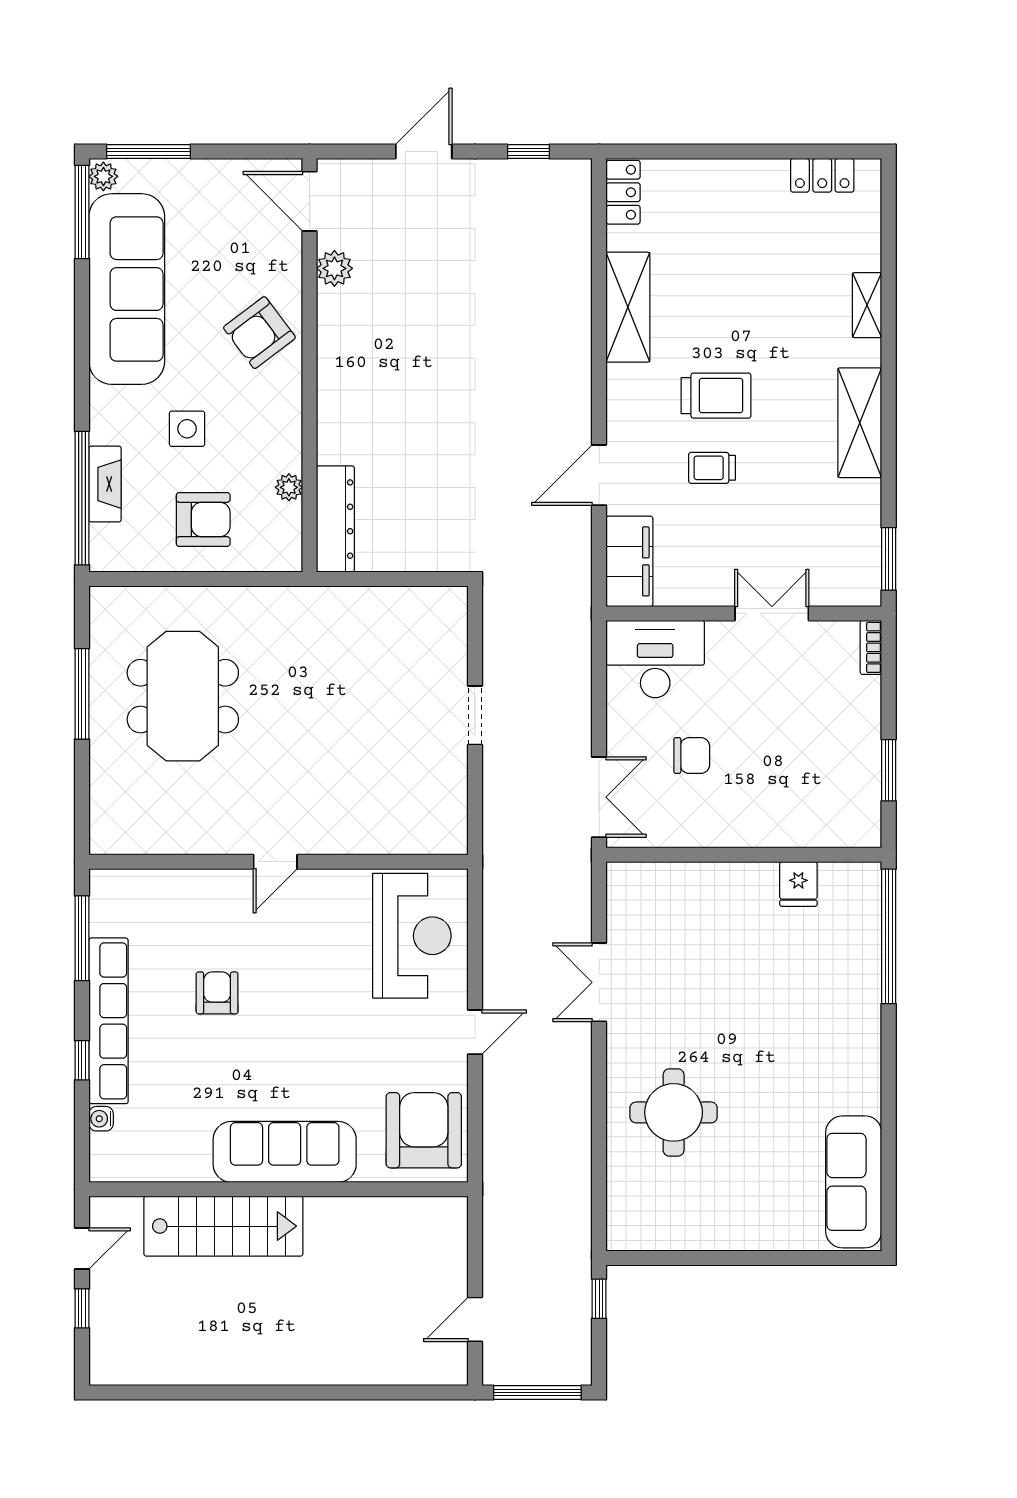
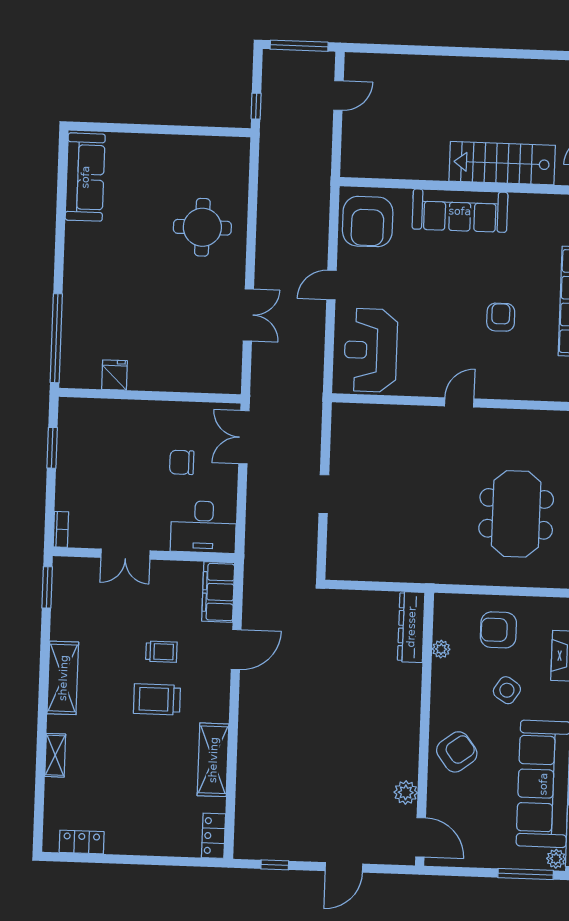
side table: (187, 429) -> (507, 690), turned 33
armchair: (217, 993) -> (501, 317), turned 180

